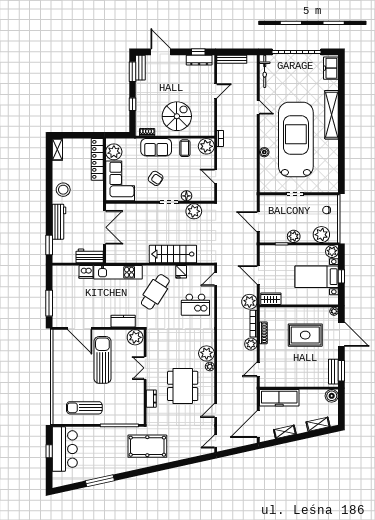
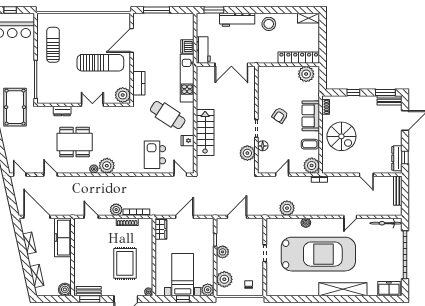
corner sofa: (120, 181) -> (277, 80), removed
plant: (249, 302) -> (287, 208), moved

